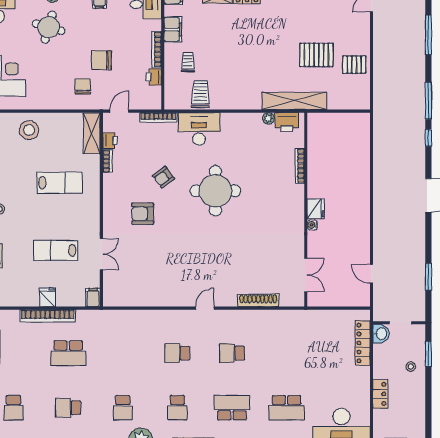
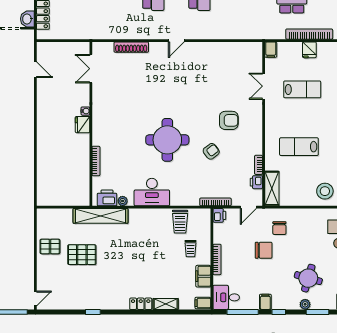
printer: (154, 77) -> (219, 215), moved
desk: (199, 129) -> (152, 192), moved

